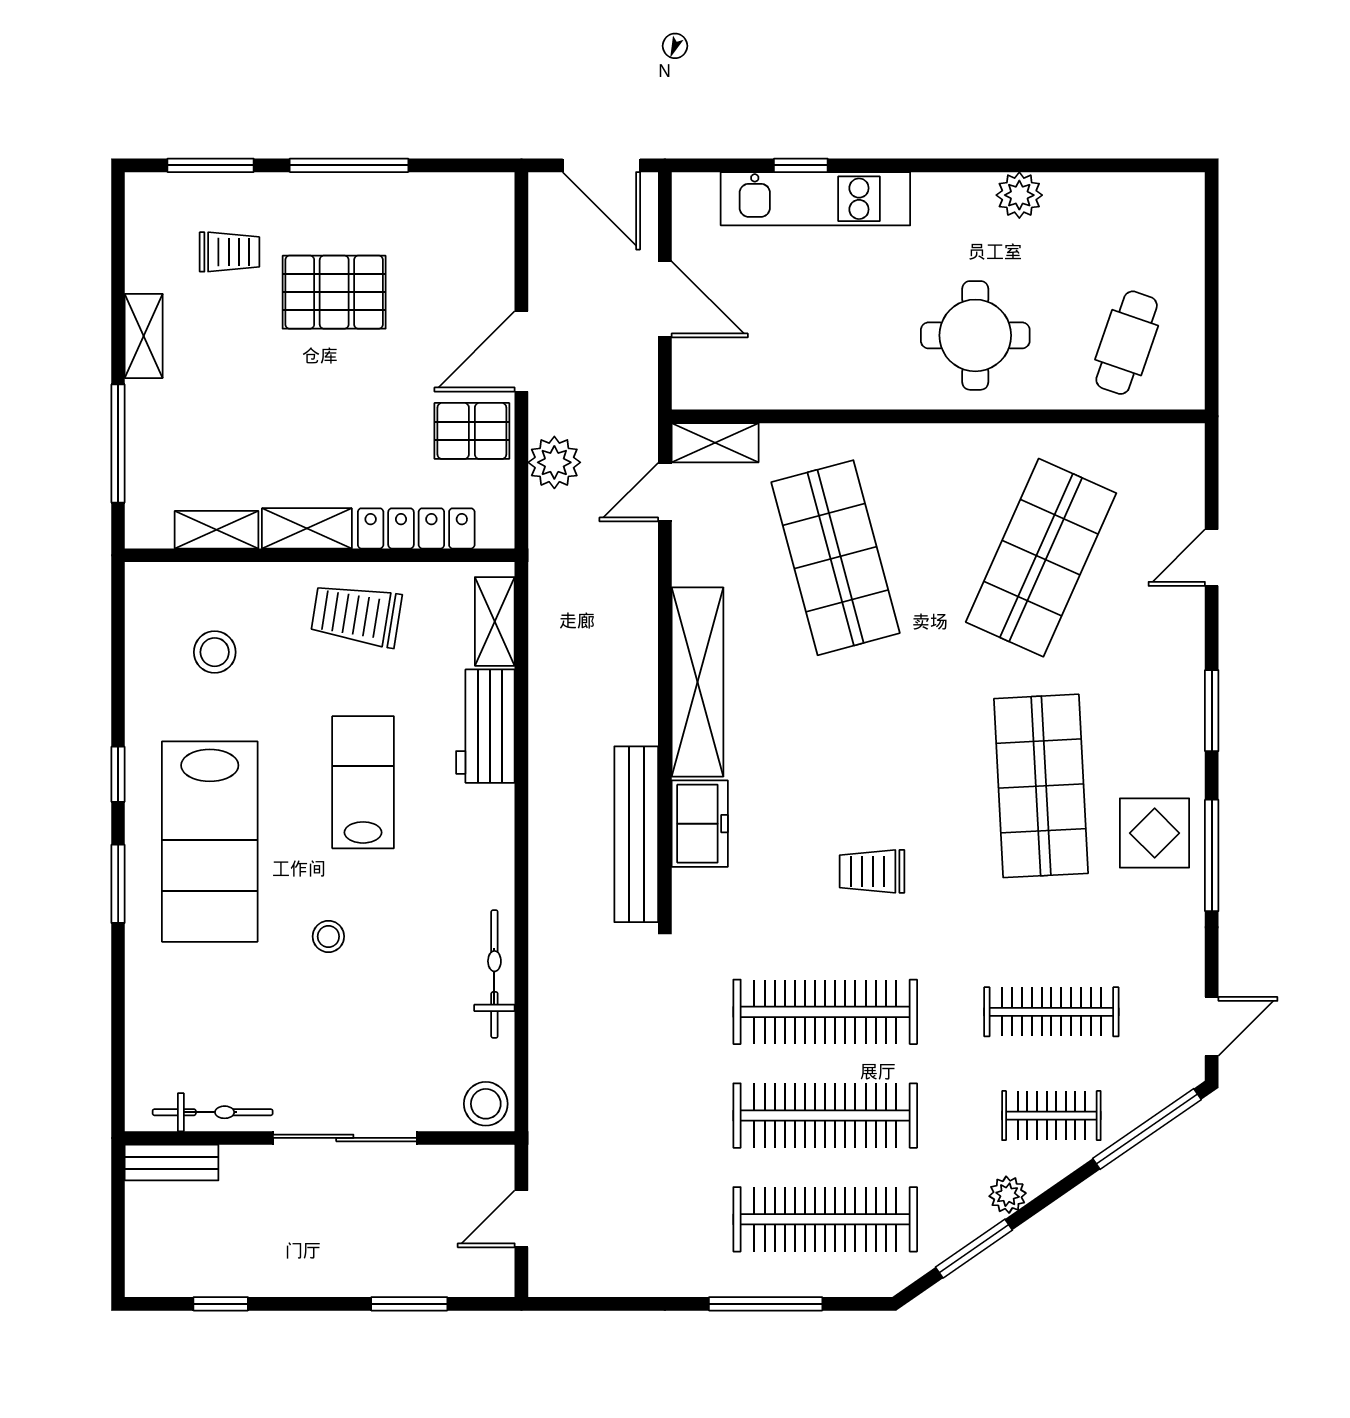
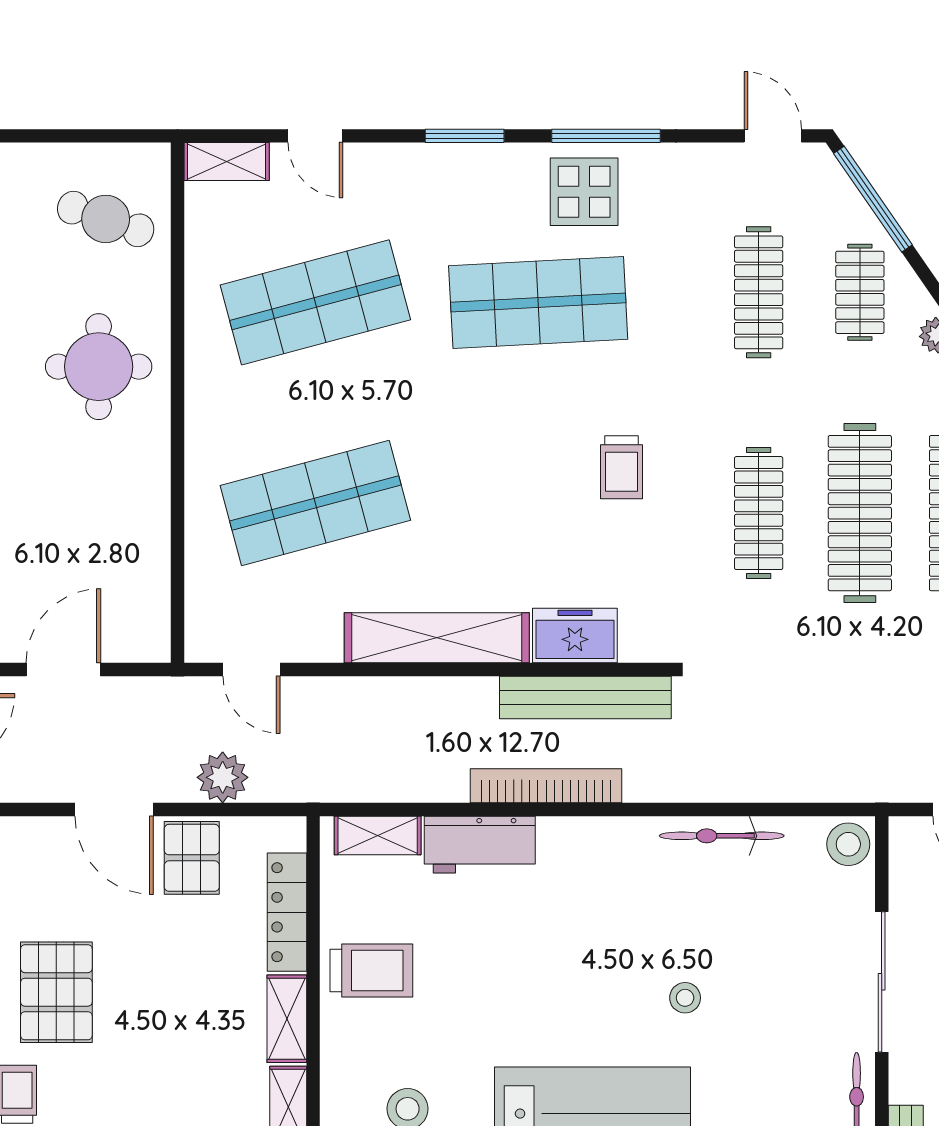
shelving: (715, 443) -> (227, 162), moved, turned 90
shop shelf: (1041, 558) -> (315, 302), turned -39
trolley: (356, 615) -> (371, 970), turned -99
lab bench: (363, 782) -> (535, 964), removed
bookcase: (546, 794) -> (546, 786), added
clothes rail: (825, 1012) -> (759, 513), width x0.73, depth x0.76

